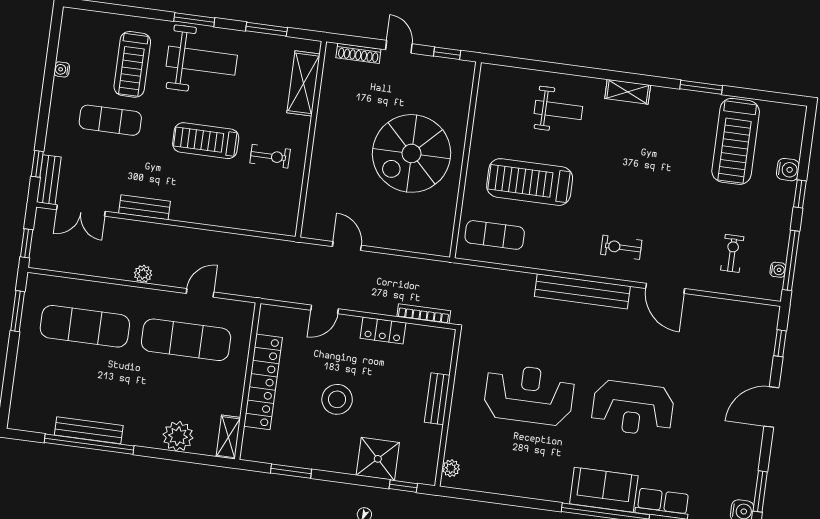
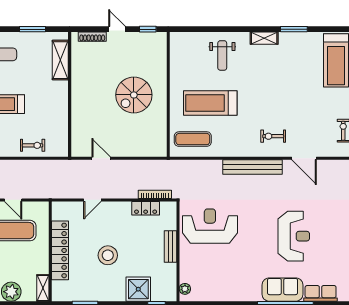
window: (701, 87) -> (294, 29), moved
weight bench: (558, 110) -> (222, 55), turned 90
spiral stairs: (411, 153) -> (134, 95), width x0.73, depth x0.73
exercise bike: (270, 156) -> (33, 145), moved
door: (200, 293) -> (13, 200), swing flipped
locker: (383, 330) -> (146, 208), moved
reception desk: (529, 395) -> (210, 226), moved
reception desk: (633, 408) -> (294, 236), turned -90

